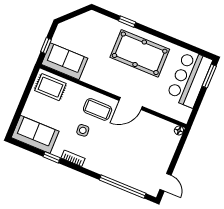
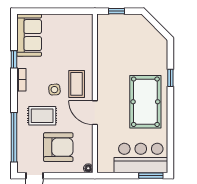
sofa: (65, 61) -> (109, 34), removed
rug: (50, 87) -> (42, 116), moved, turned 90
side table: (83, 130) -> (54, 90), moved
armchair: (148, 150) -> (58, 147), added

